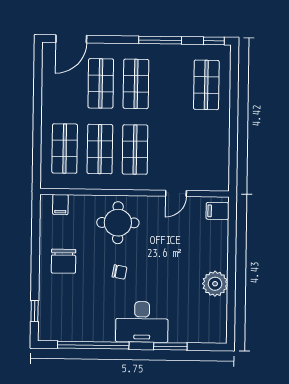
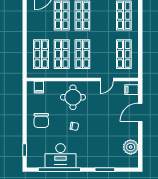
shop shelf: (205, 151) -> (124, 54), added
door: (232, 250) -> (140, 112), added
plant: (215, 284) -> (131, 147), moved
desk: (142, 322) -> (61, 156), moved

